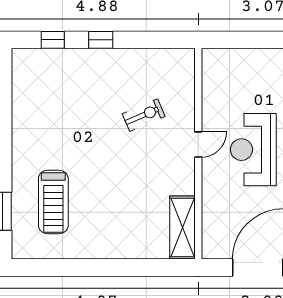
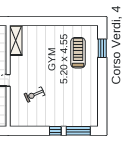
window: (53, 40) -> (78, 131), width x2.17

